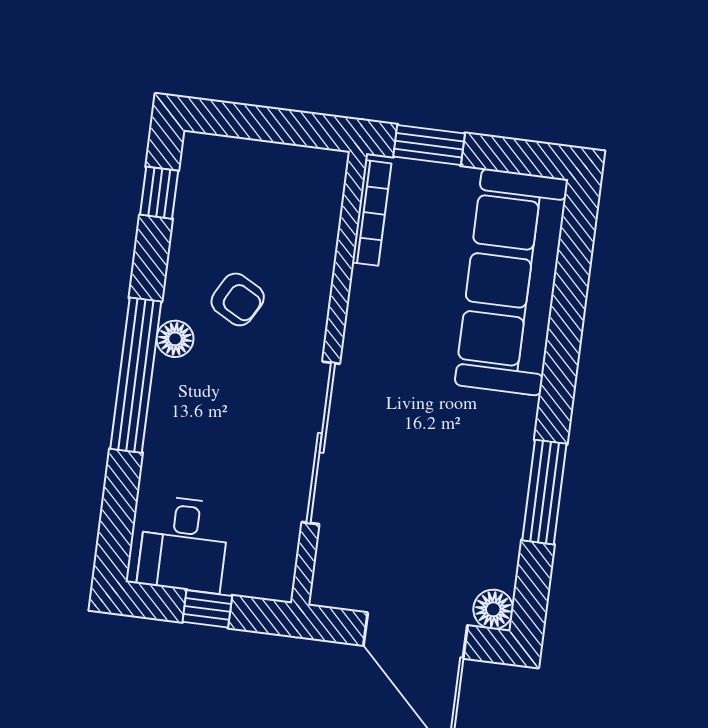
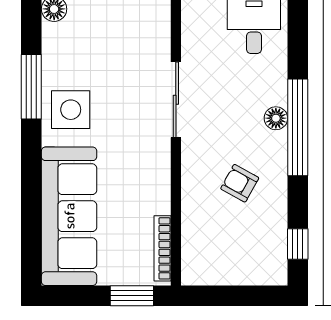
floor lamp: (175, 339) -> (276, 118), moved
sliding door: (321, 443) -> (176, 100), width x0.73
side table: (487, 448) -> (71, 110), added

